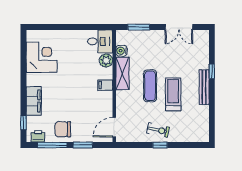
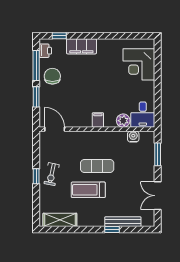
corner desk: (42, 57) -> (139, 64), moved, turned 90
shelving: (122, 73) -> (60, 220), moved
bench: (204, 87) -> (123, 222), moved
treadmill: (173, 94) -> (88, 190), turned 180

